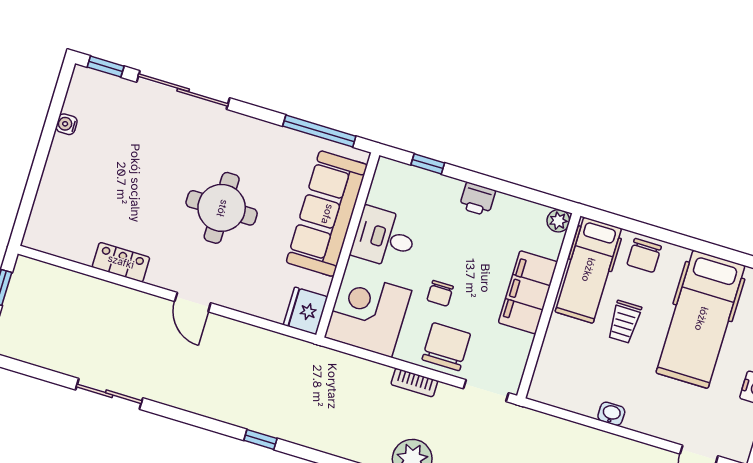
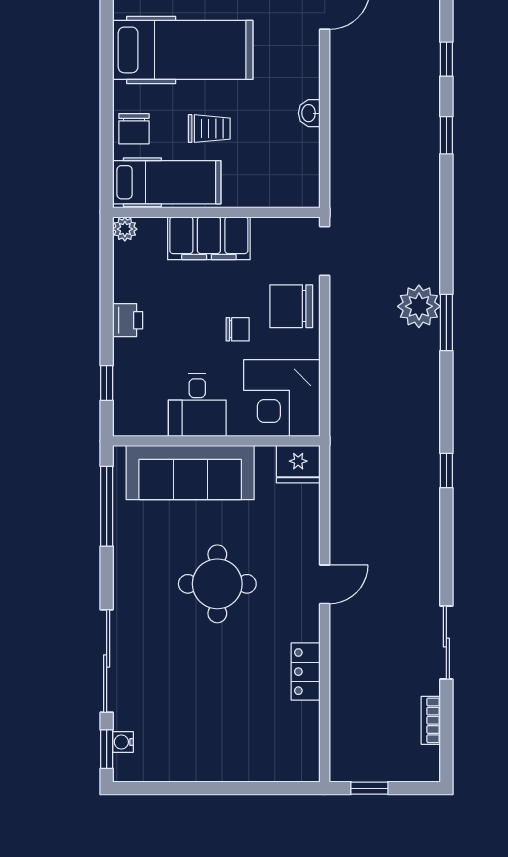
water cooler: (67, 124) -> (123, 742), moved, turned 90
chair: (644, 255) -> (134, 129), turned 90
bookcase: (414, 383) -> (431, 720), moved, turned 180

